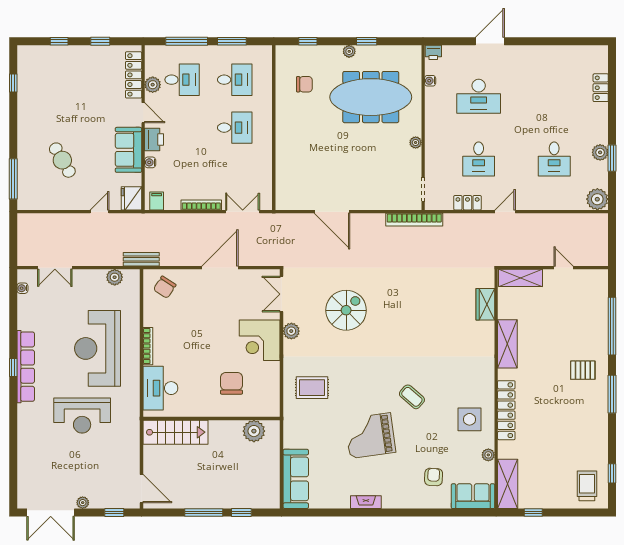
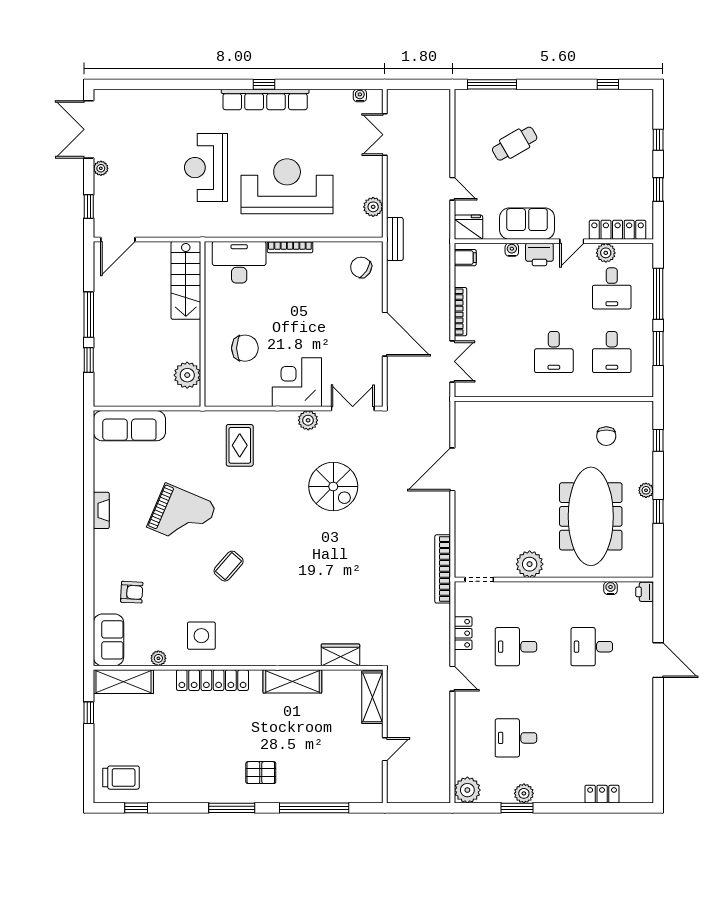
desk: (479, 96) -> (592, 647), width x0.73
plant: (416, 142) -> (530, 564), width x1.88, depth x1.88
pallet: (583, 370) -> (261, 773), turned 90
grand piano: (370, 436) -> (182, 516), turned 121

